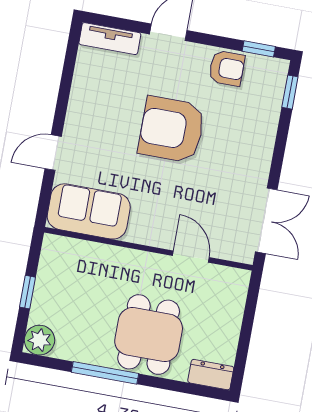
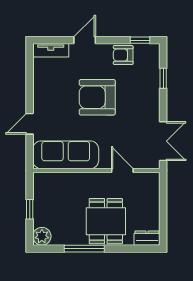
armchair: (227, 68) -> (123, 55), turned 180
window: (290, 92) -> (163, 78), moved
sofa: (89, 211) -> (66, 155), width x1.36

